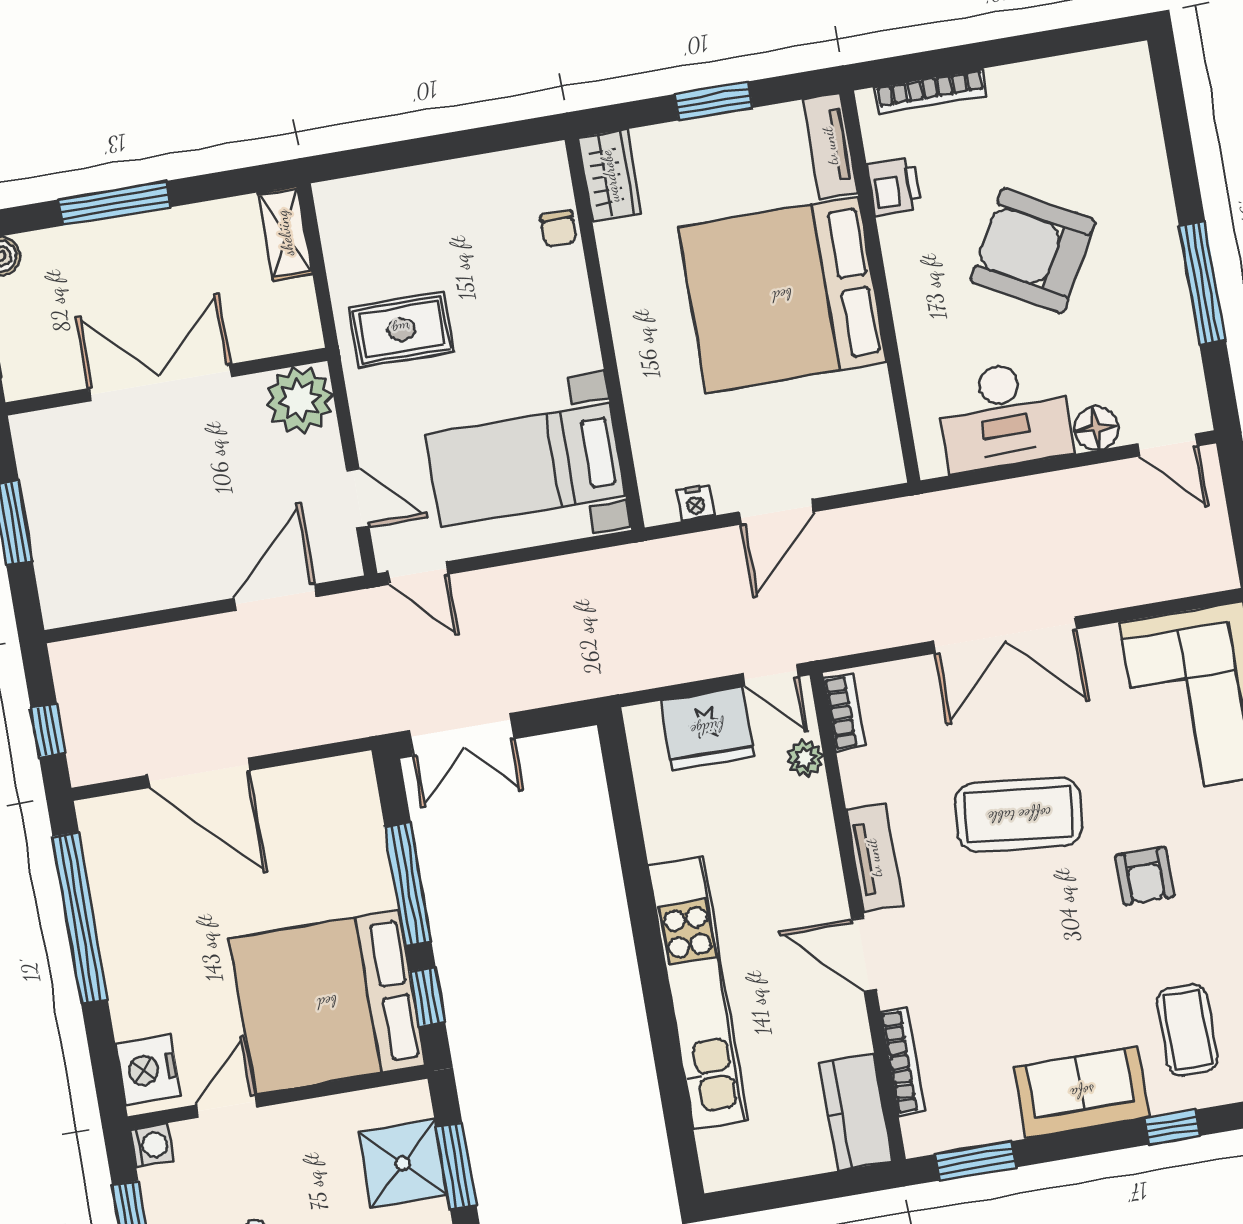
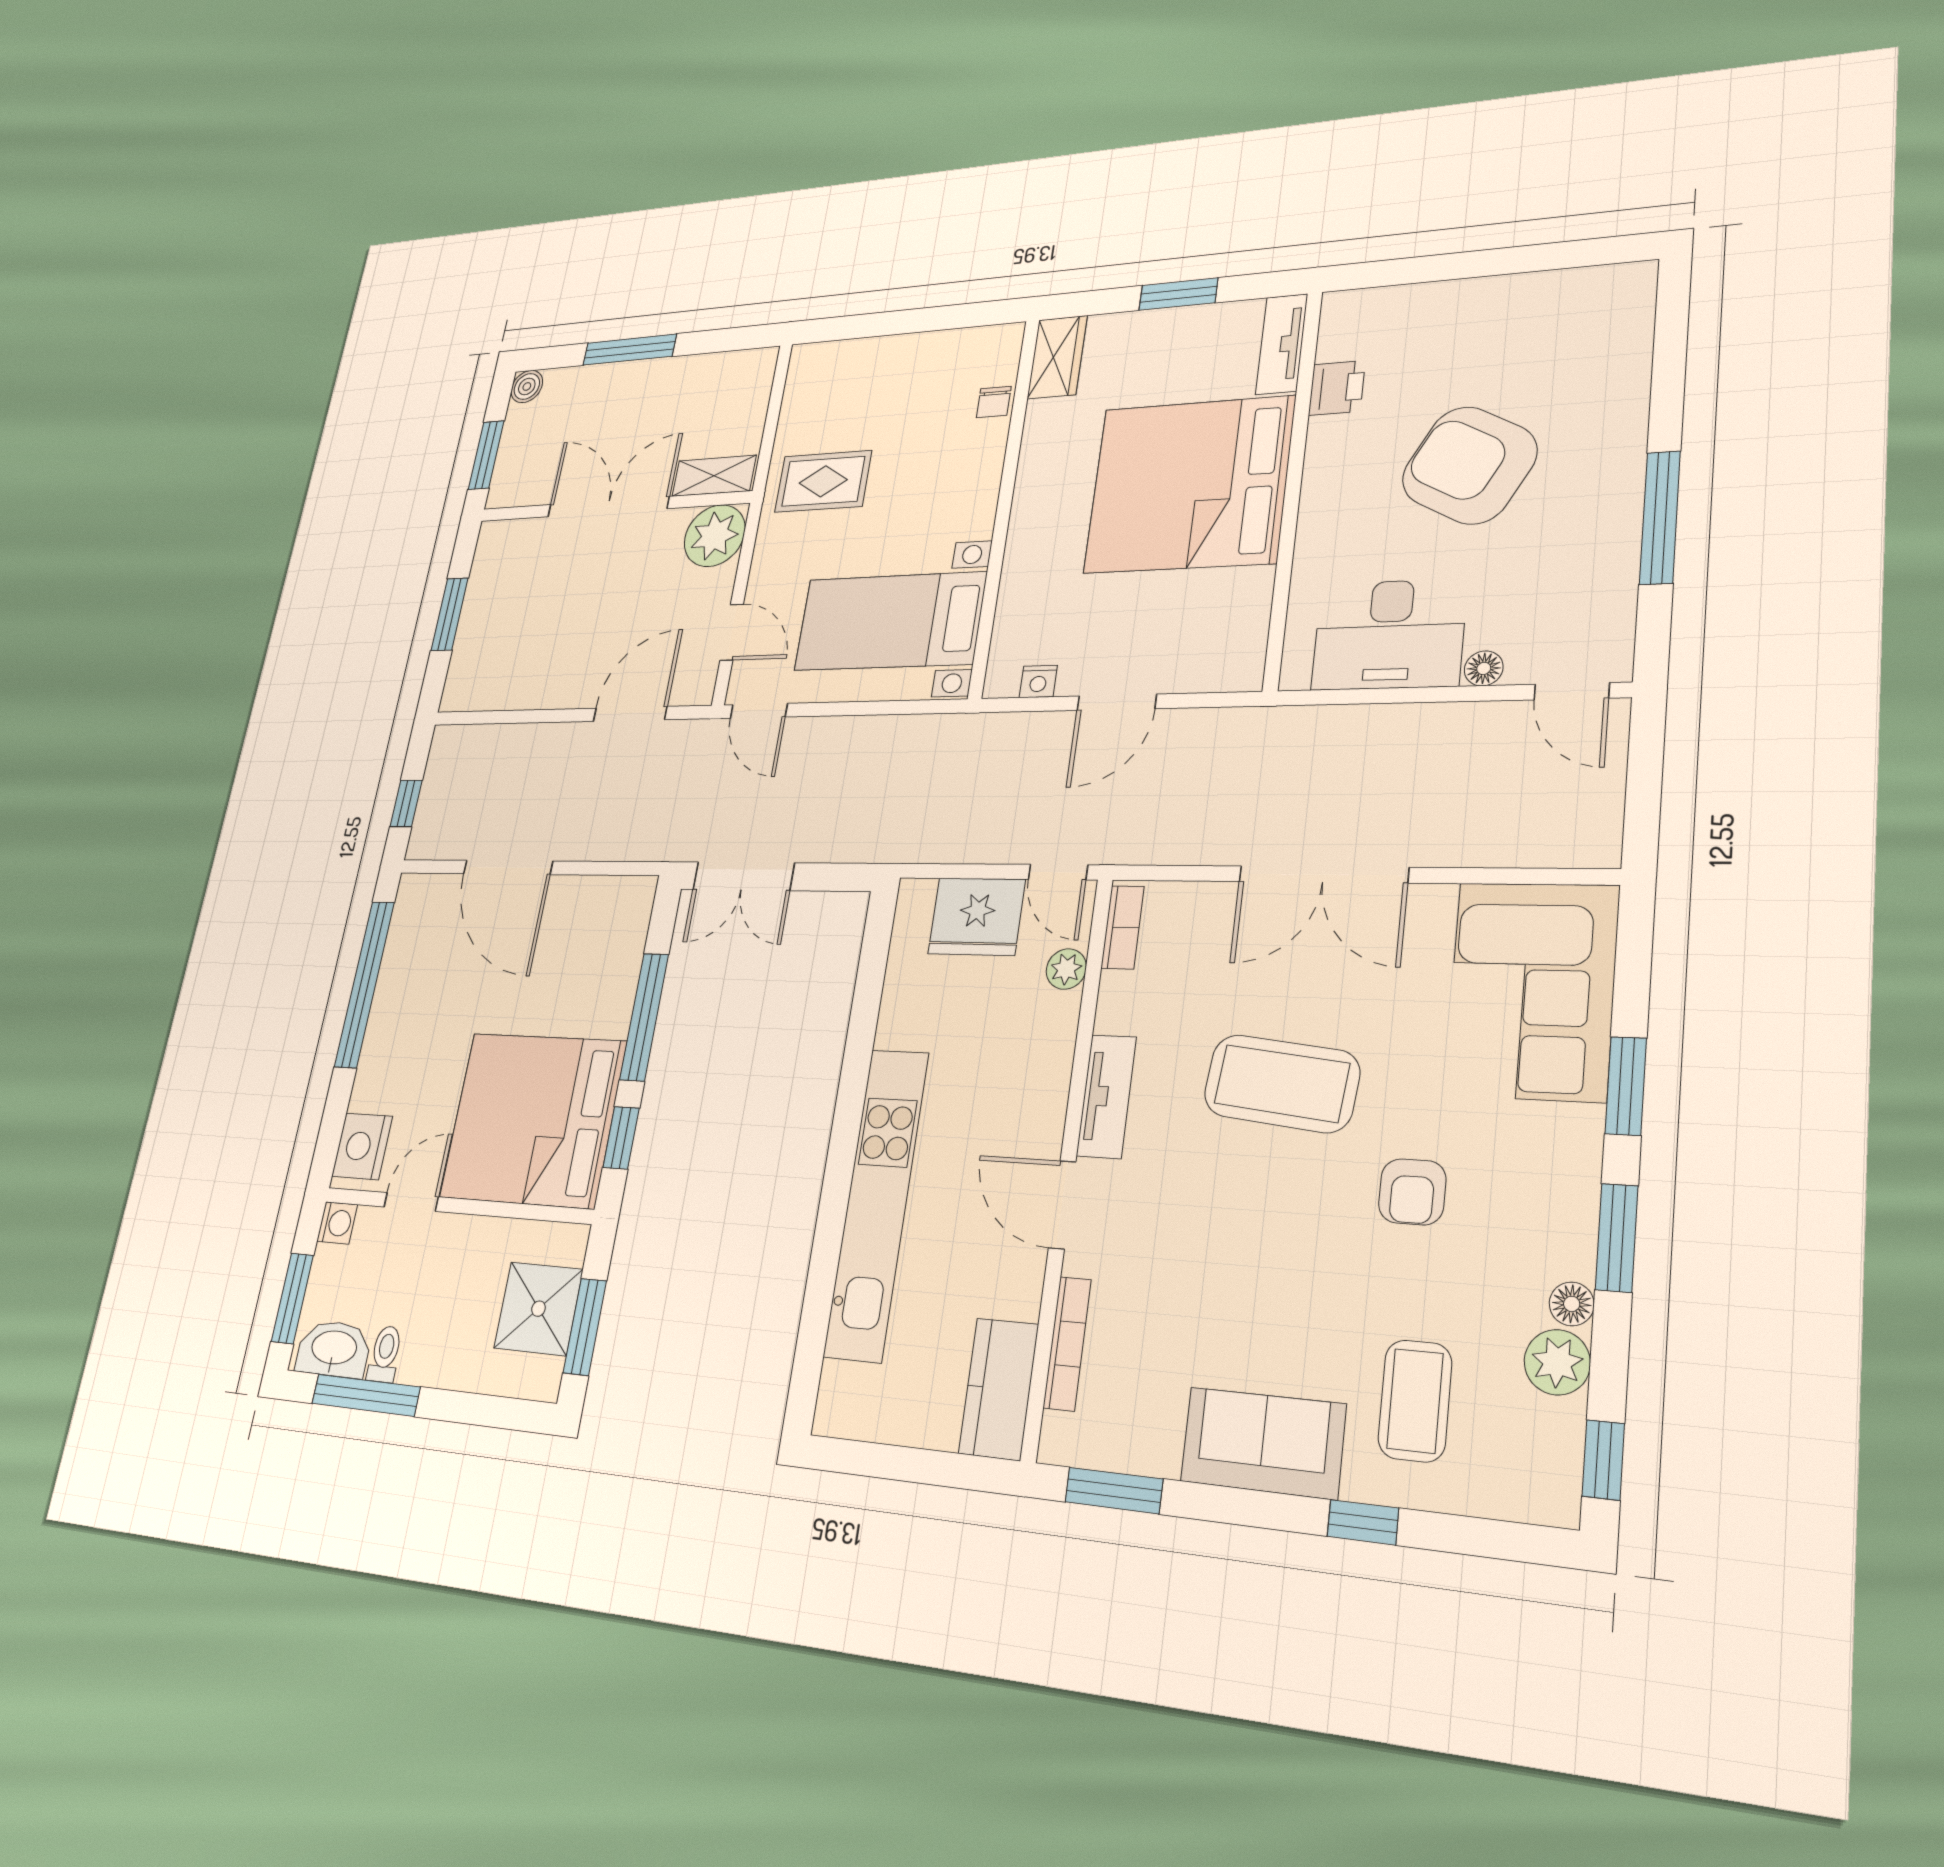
bookcase: (930, 92) -> (1402, 298), removed
shelving: (285, 233) -> (714, 476), moved, turned 90
floor lamp: (1096, 428) -> (1484, 668), width x0.73, depth x0.73

